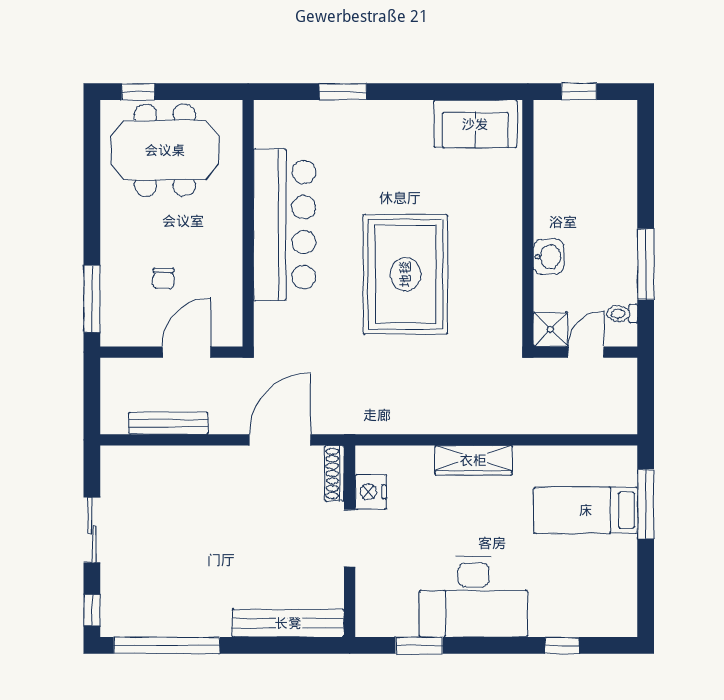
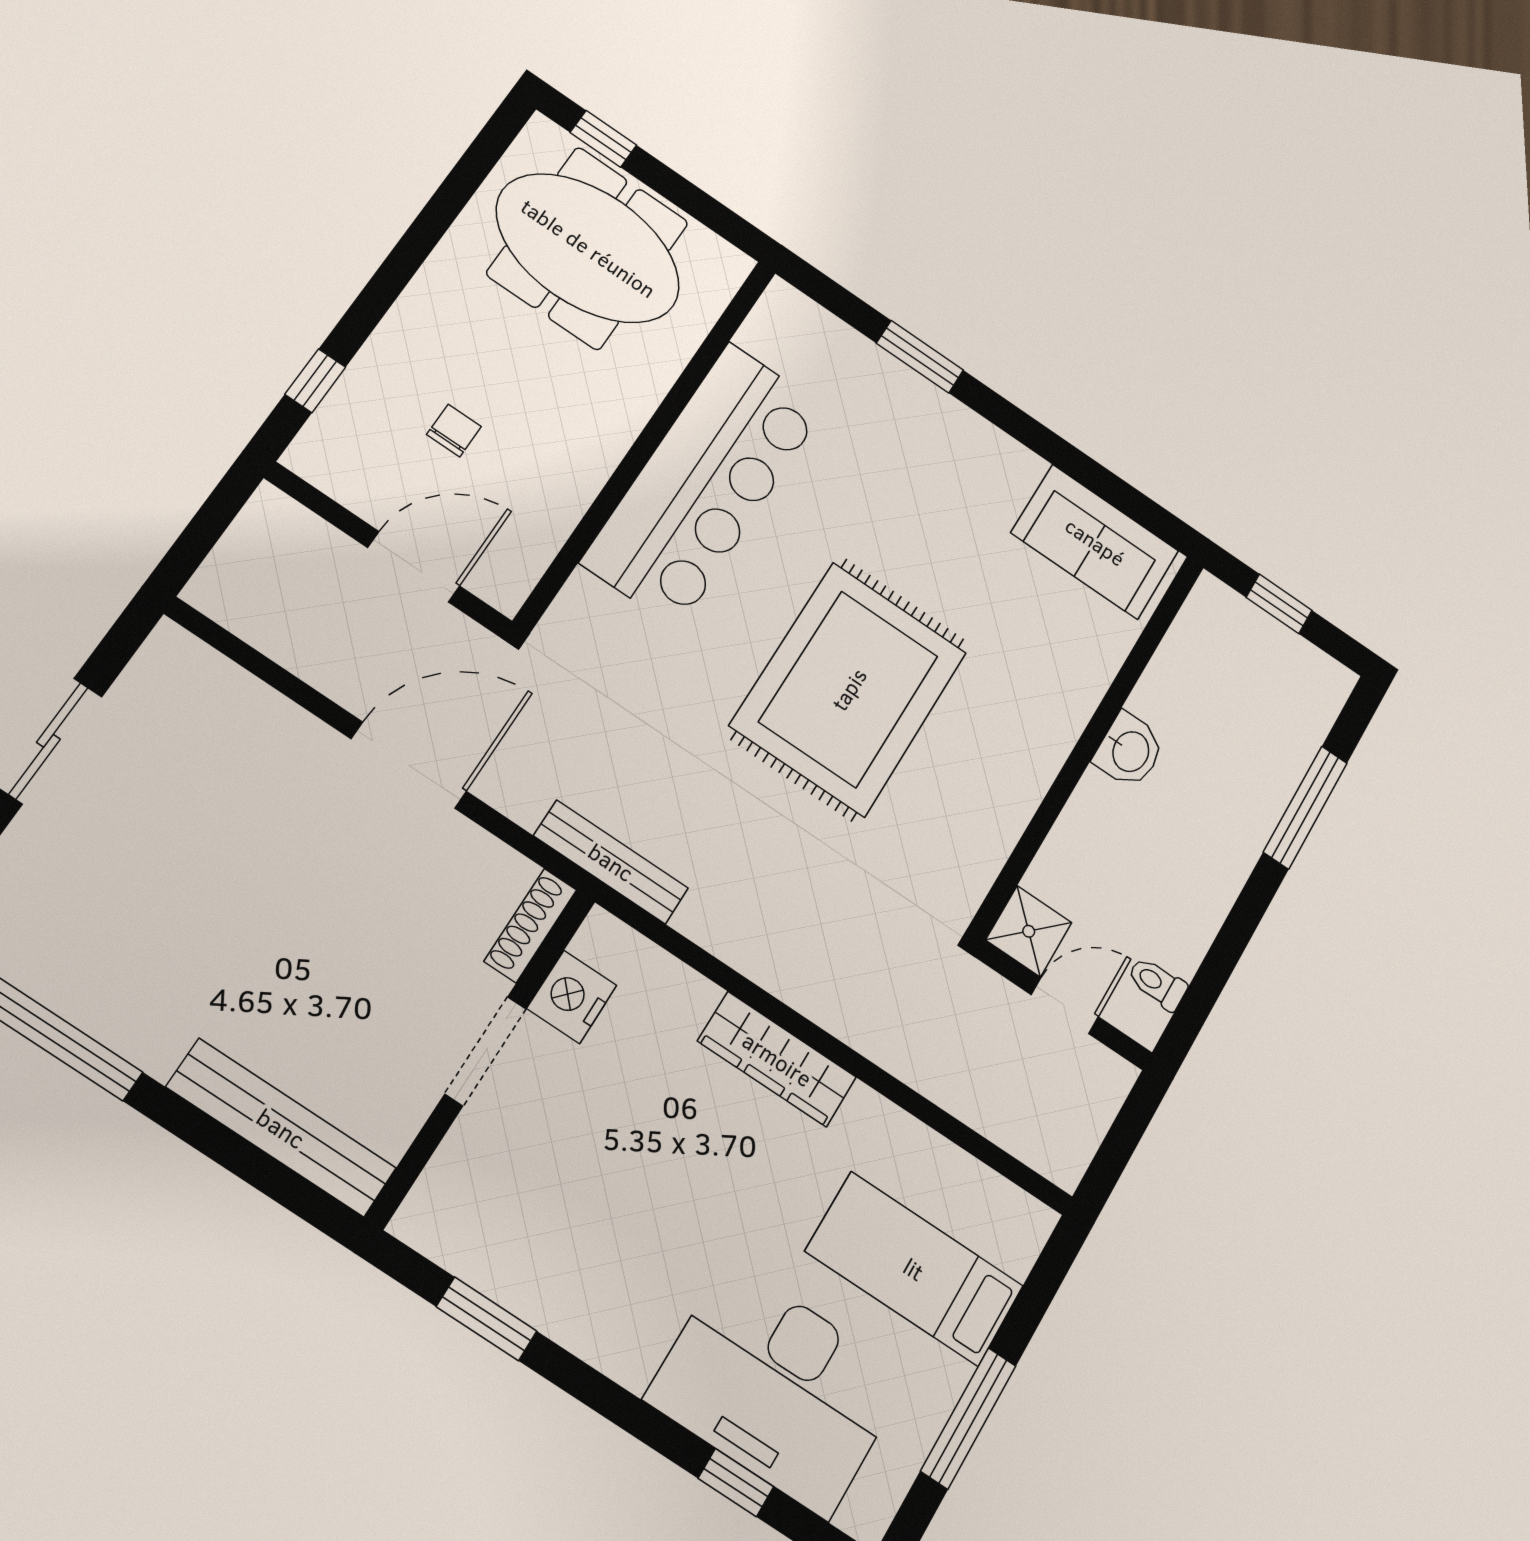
washbasin: (548, 257) -> (1129, 751), moved
window: (646, 264) -> (1305, 807), moved
chair: (163, 279) -> (454, 430), turned 180
window: (92, 299) -> (315, 381), width x0.46
bench: (168, 423) -> (611, 862), moved
door: (280, 440) -> (409, 765), moved
window: (646, 504) -> (968, 1418), moved
desk: (474, 597) -> (777, 1388), moved

